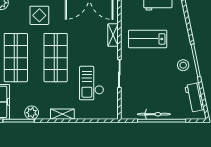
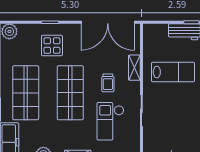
lab bench: (148, 39) -> (173, 72), turned 180
trolley: (89, 49) -> (108, 83), added

